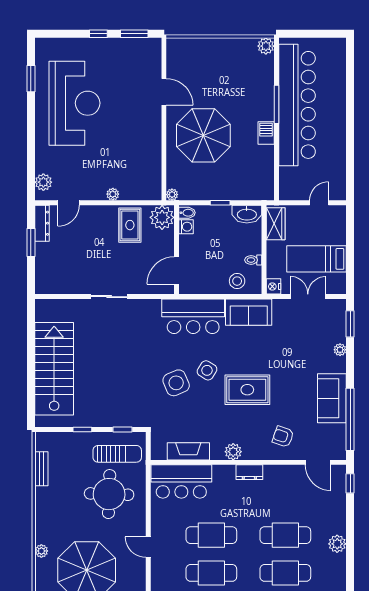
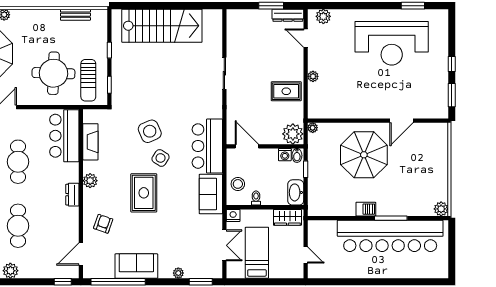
bidet: (187, 213) -> (297, 155), moved
plant: (162, 217) -> (293, 134), moved
washing machine: (186, 227) -> (285, 155), moved
wall: (176, 250) -> (265, 146), moved
door: (176, 270) -> (247, 146), moved

